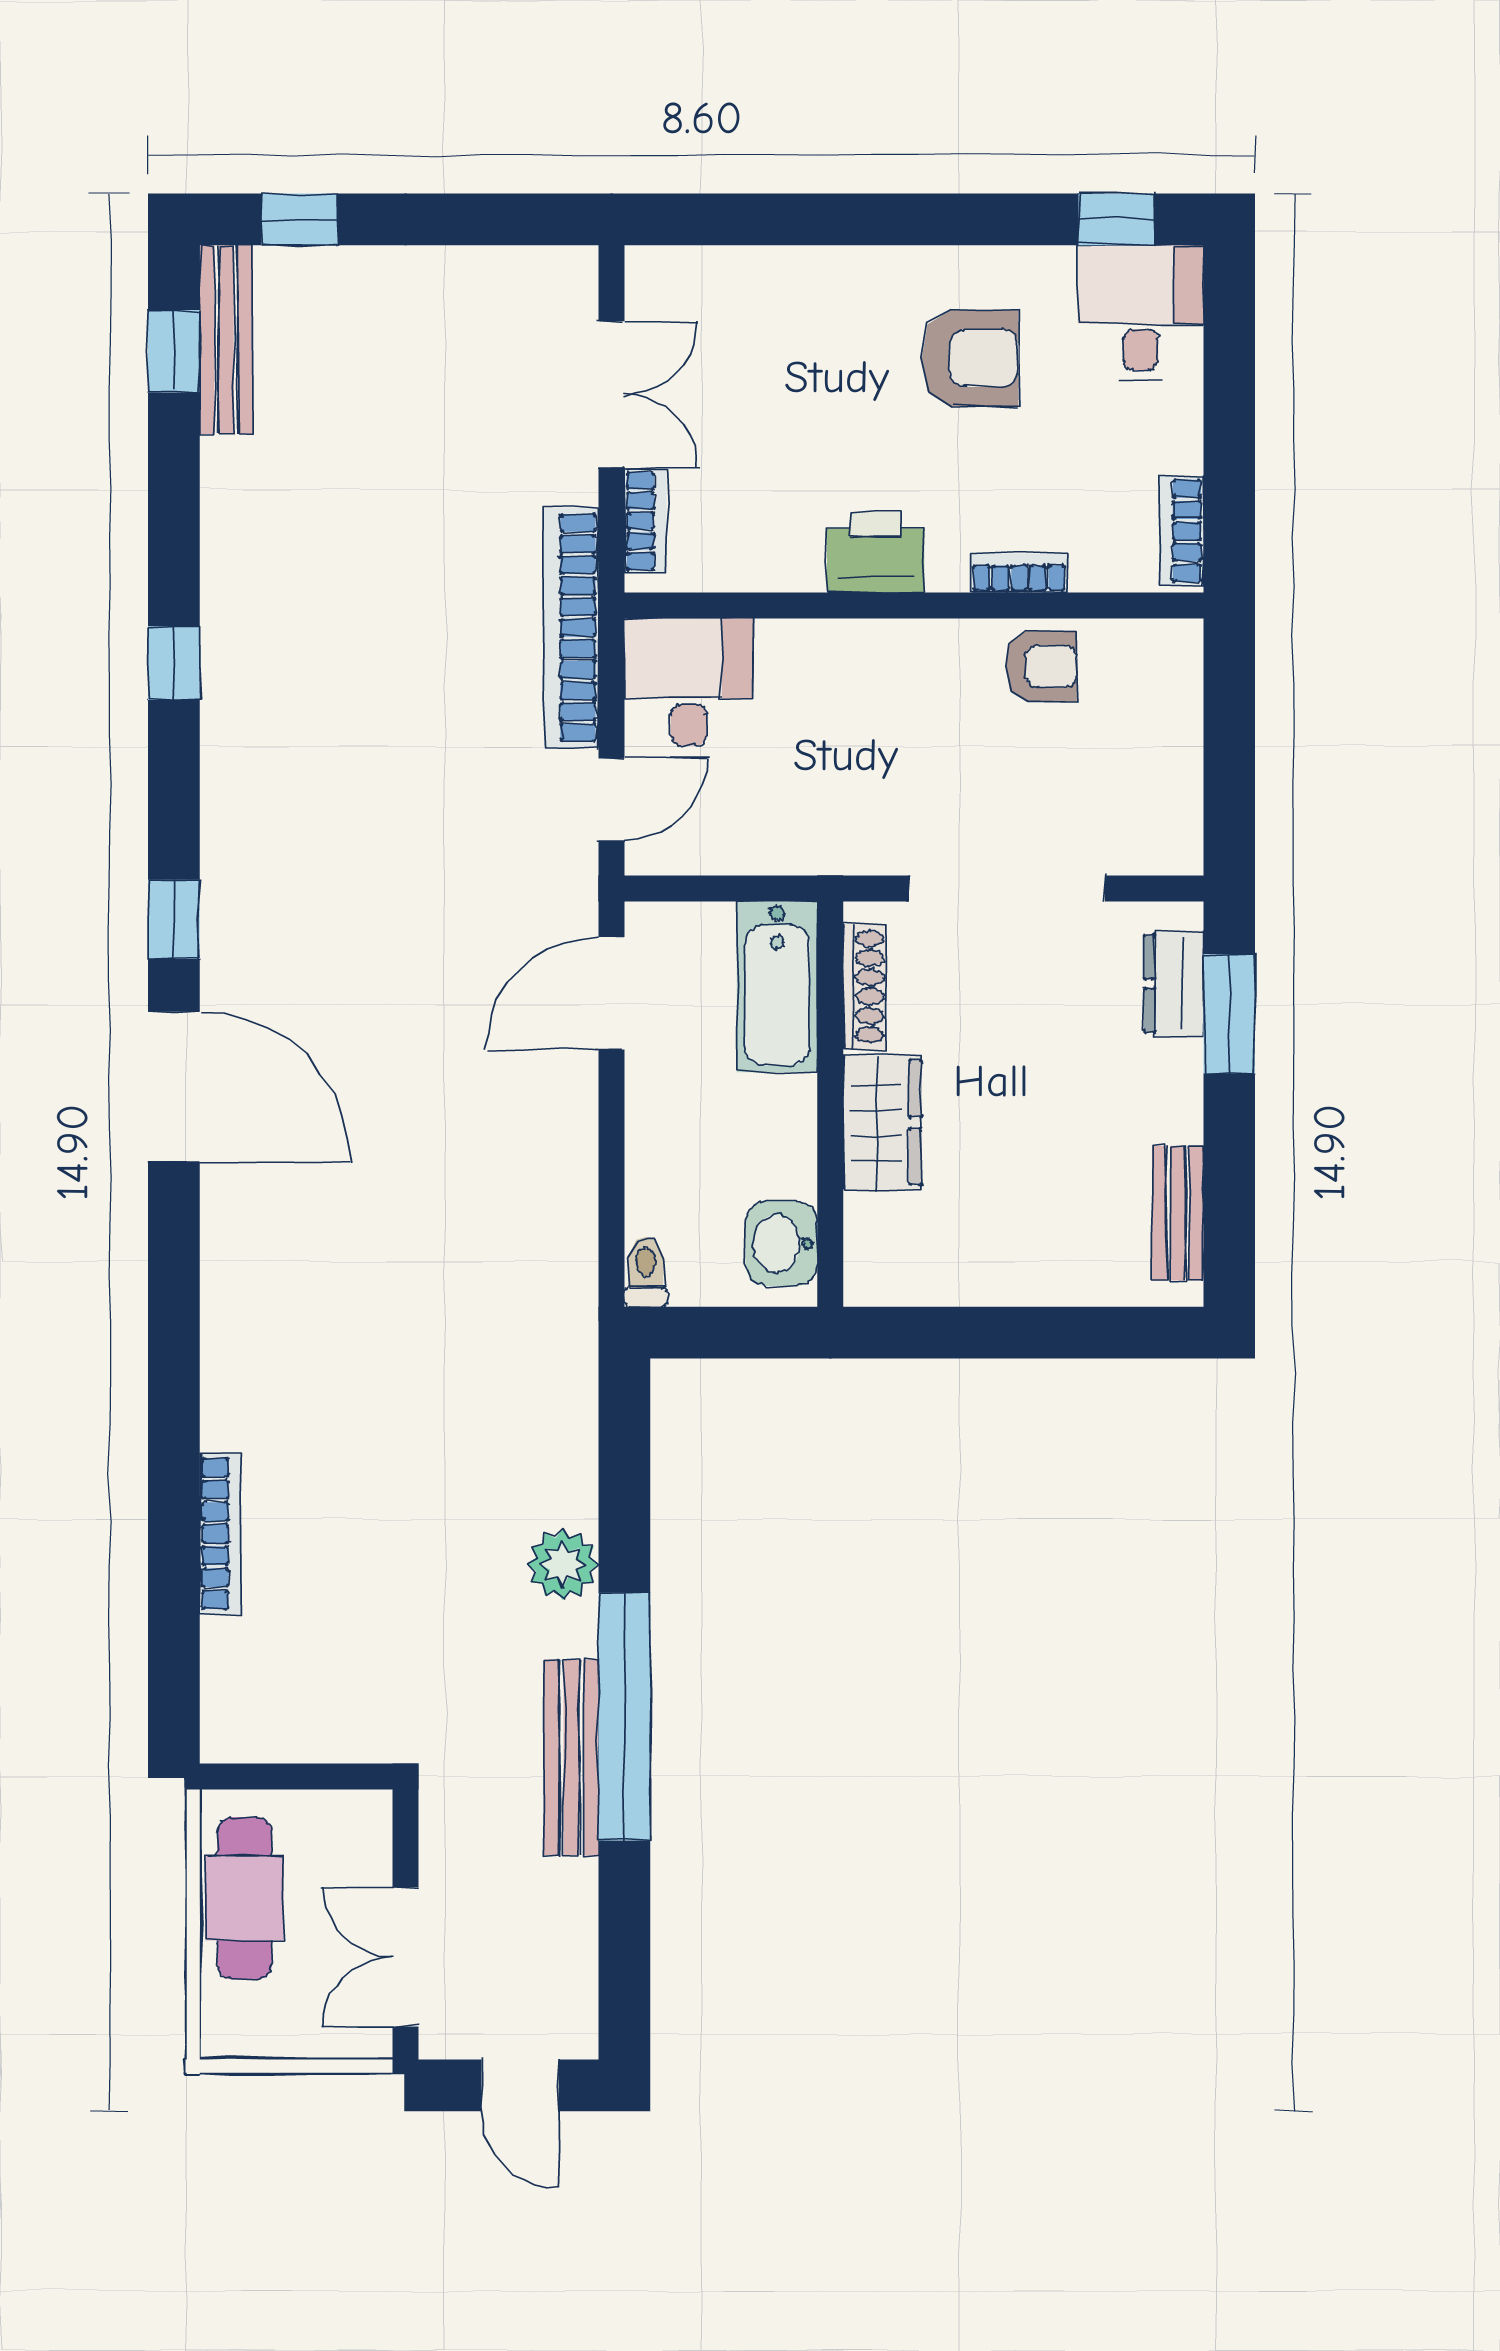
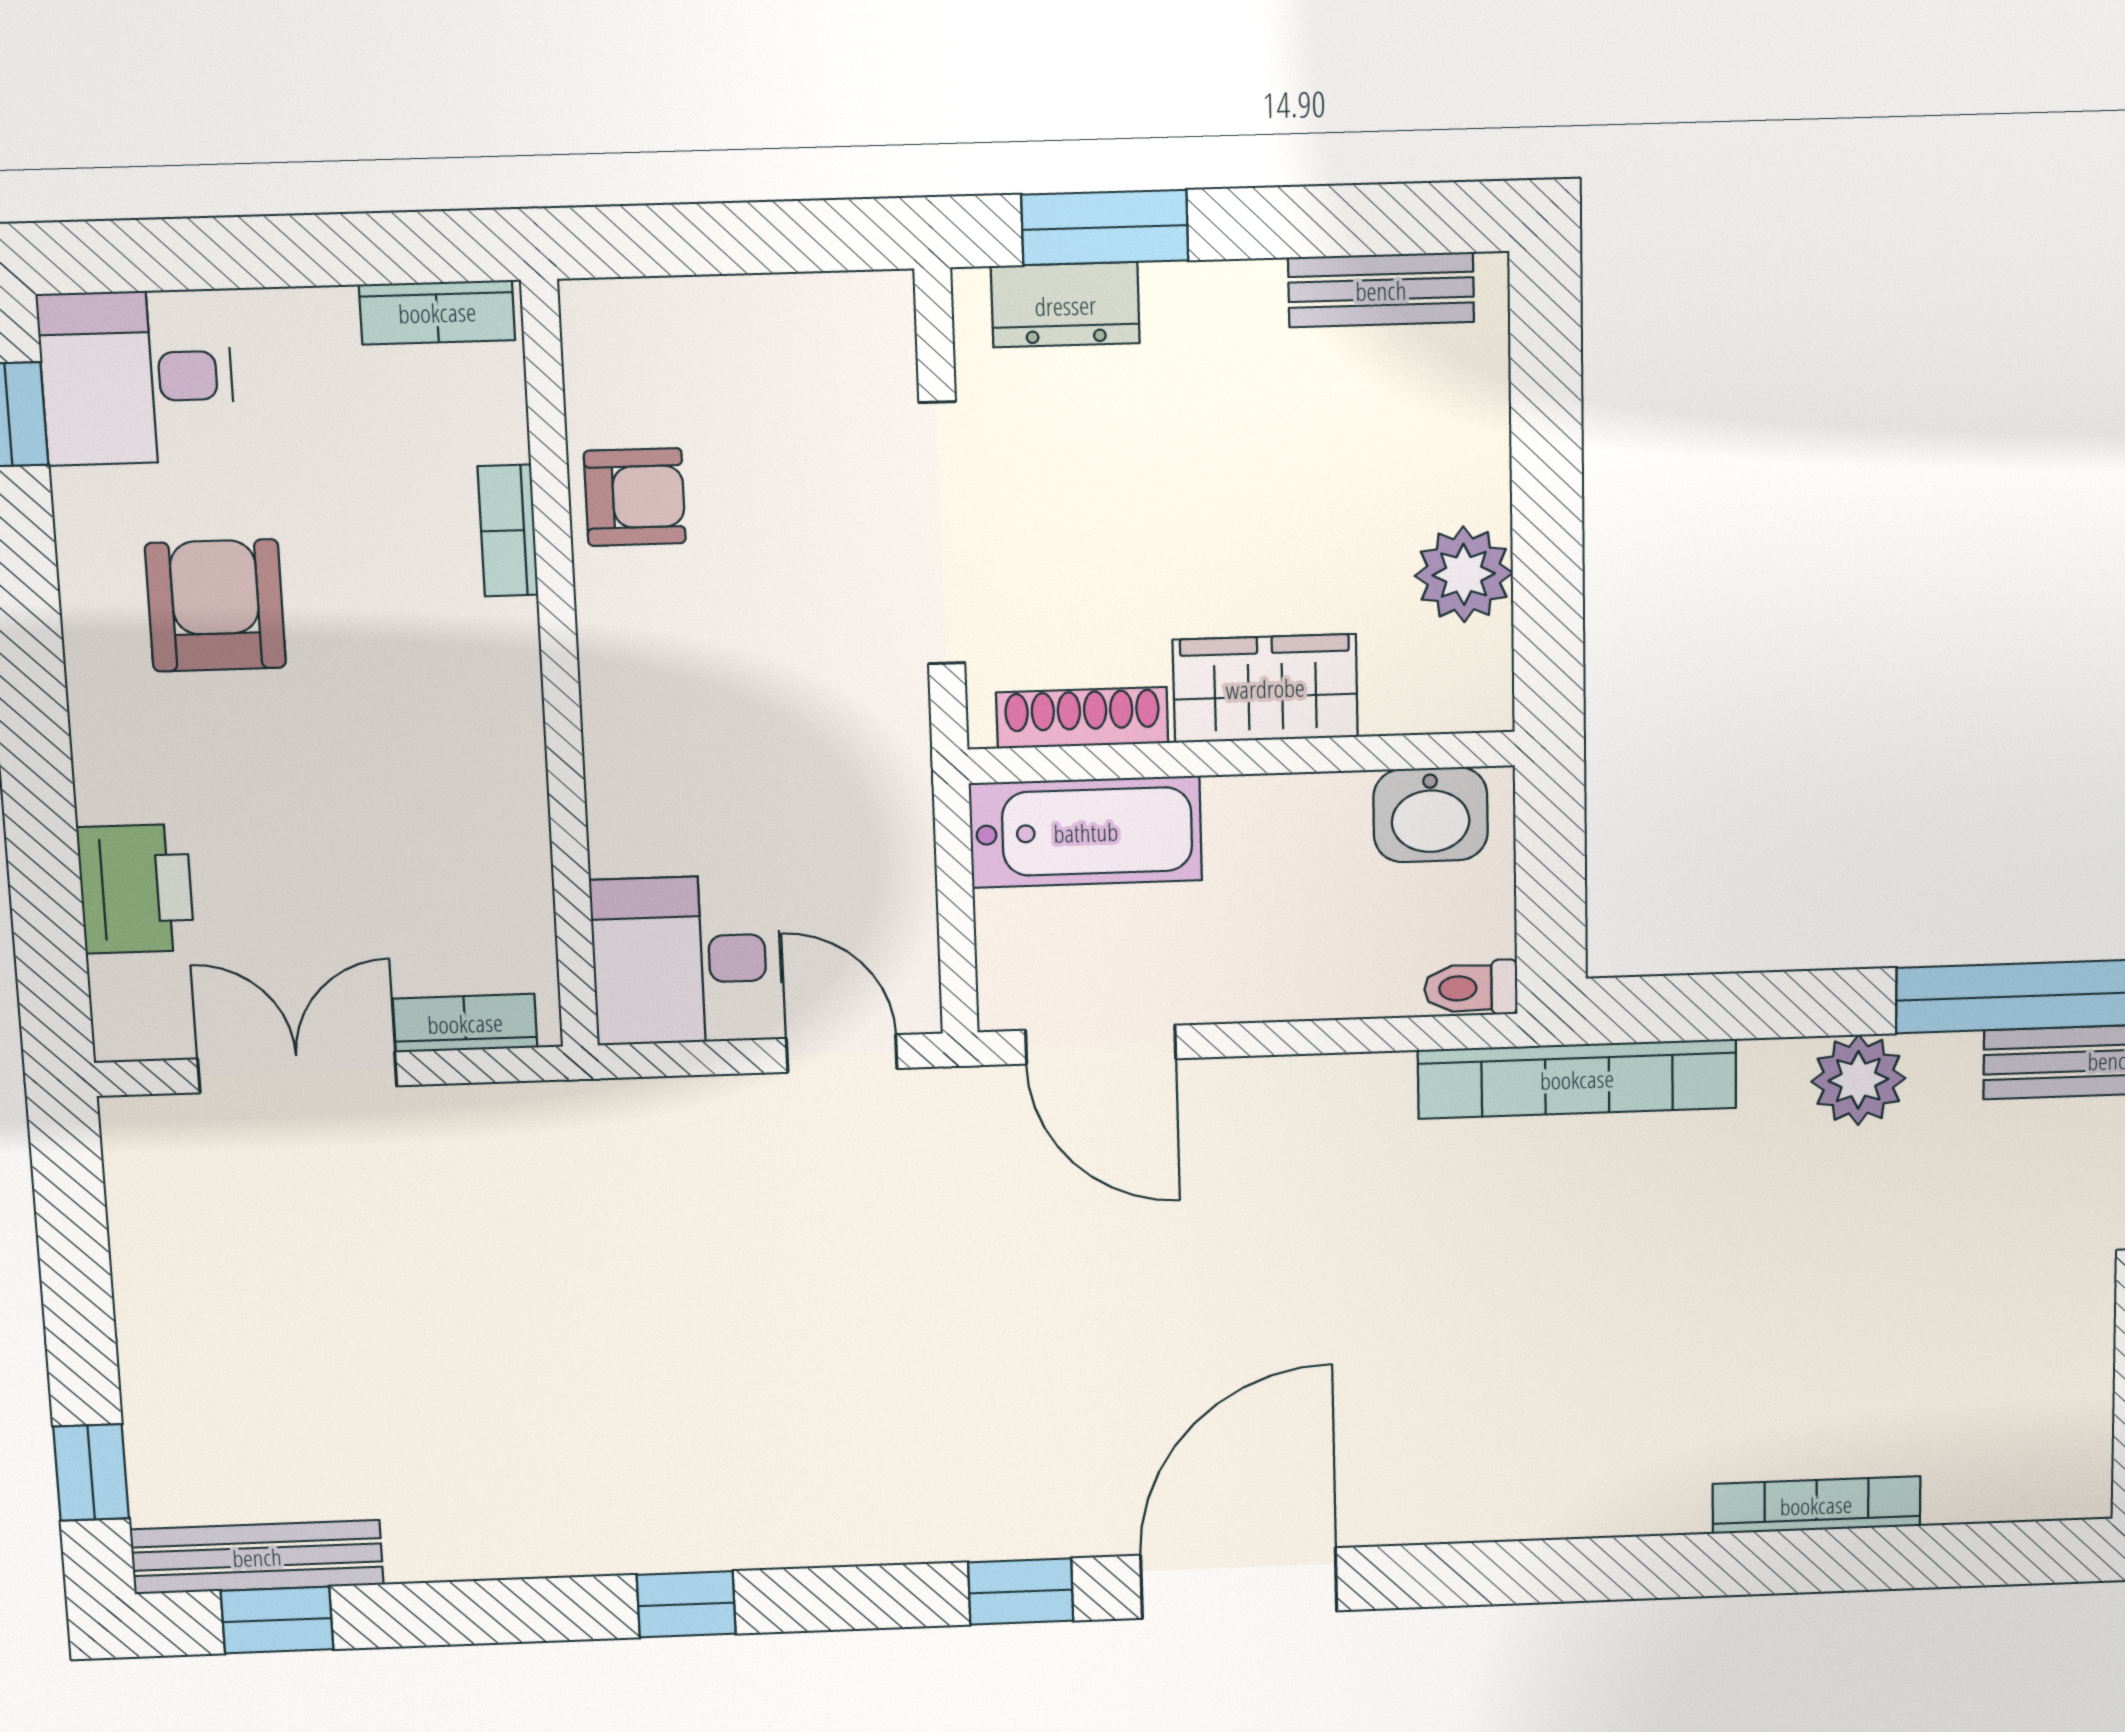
printer: (876, 552) -> (136, 889), moved, turned 180
bookcase: (571, 628) -> (1577, 1079), moved
armchair: (1041, 666) -> (635, 497), turned 90
plant: (964, 1271) -> (1464, 574), added

